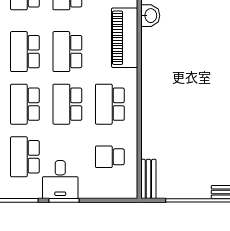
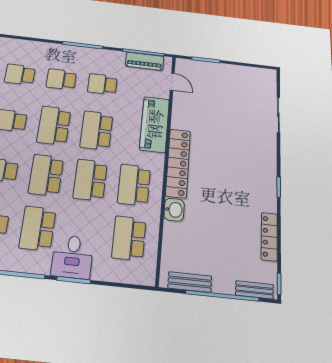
washbasin: (150, 16) -> (174, 210), moved
locker: (151, 77) -> (178, 163), added
school desk: (110, 157) -> (129, 238), width x1.85
bench: (148, 179) -> (190, 282), moved, turned 90

